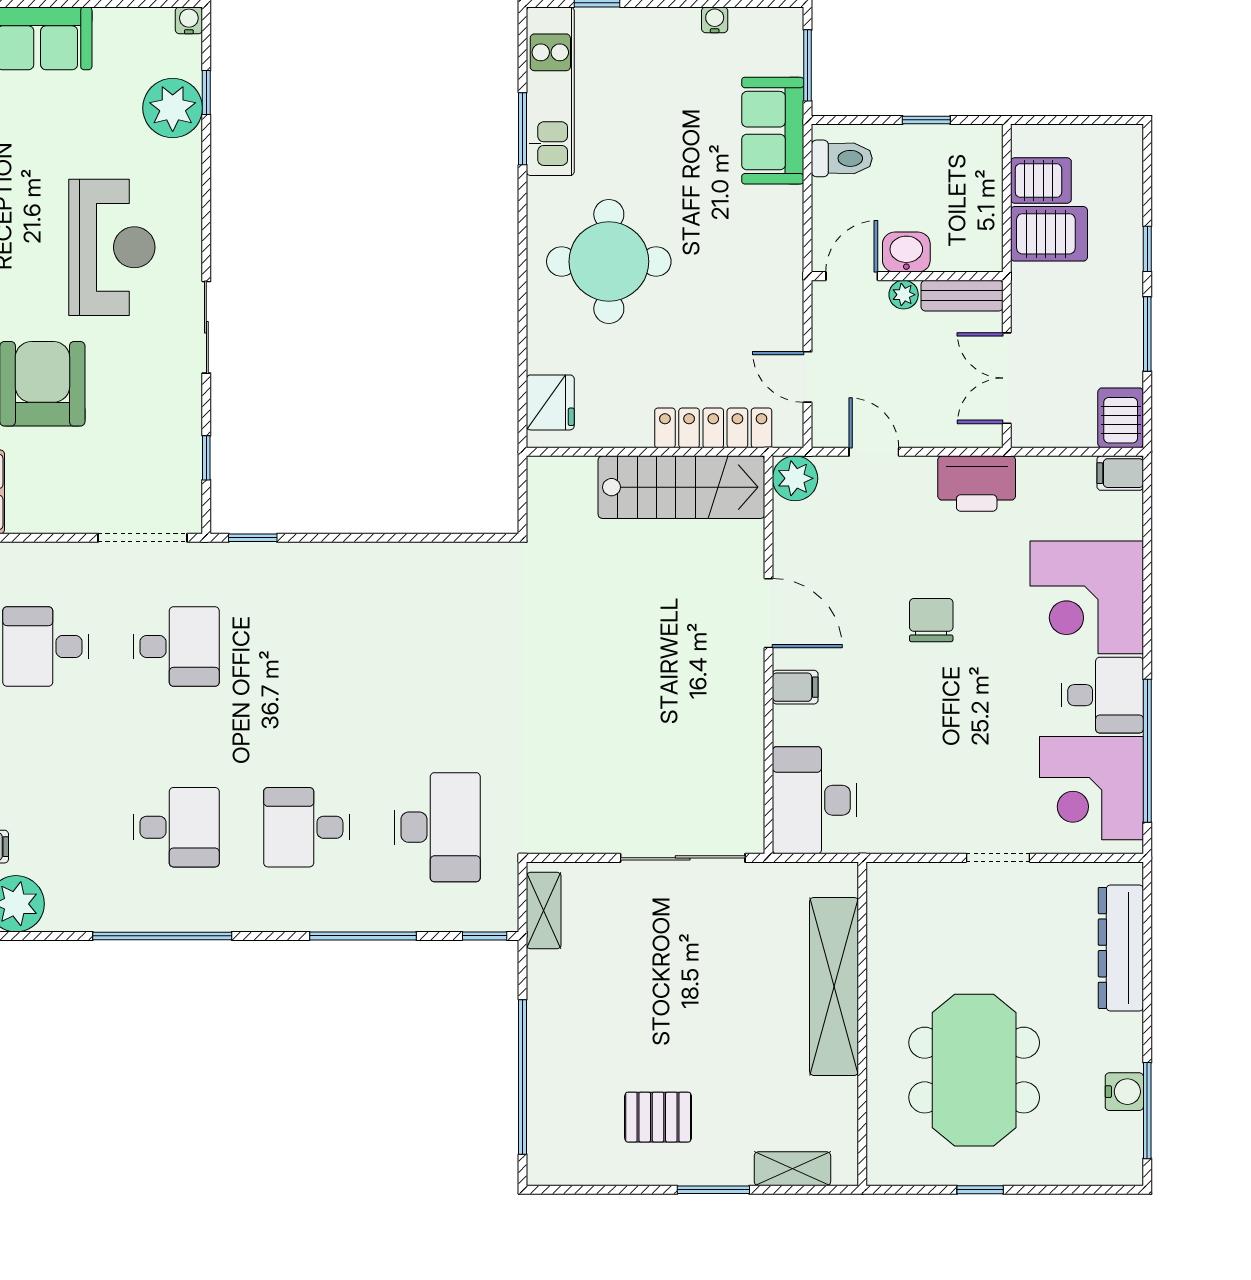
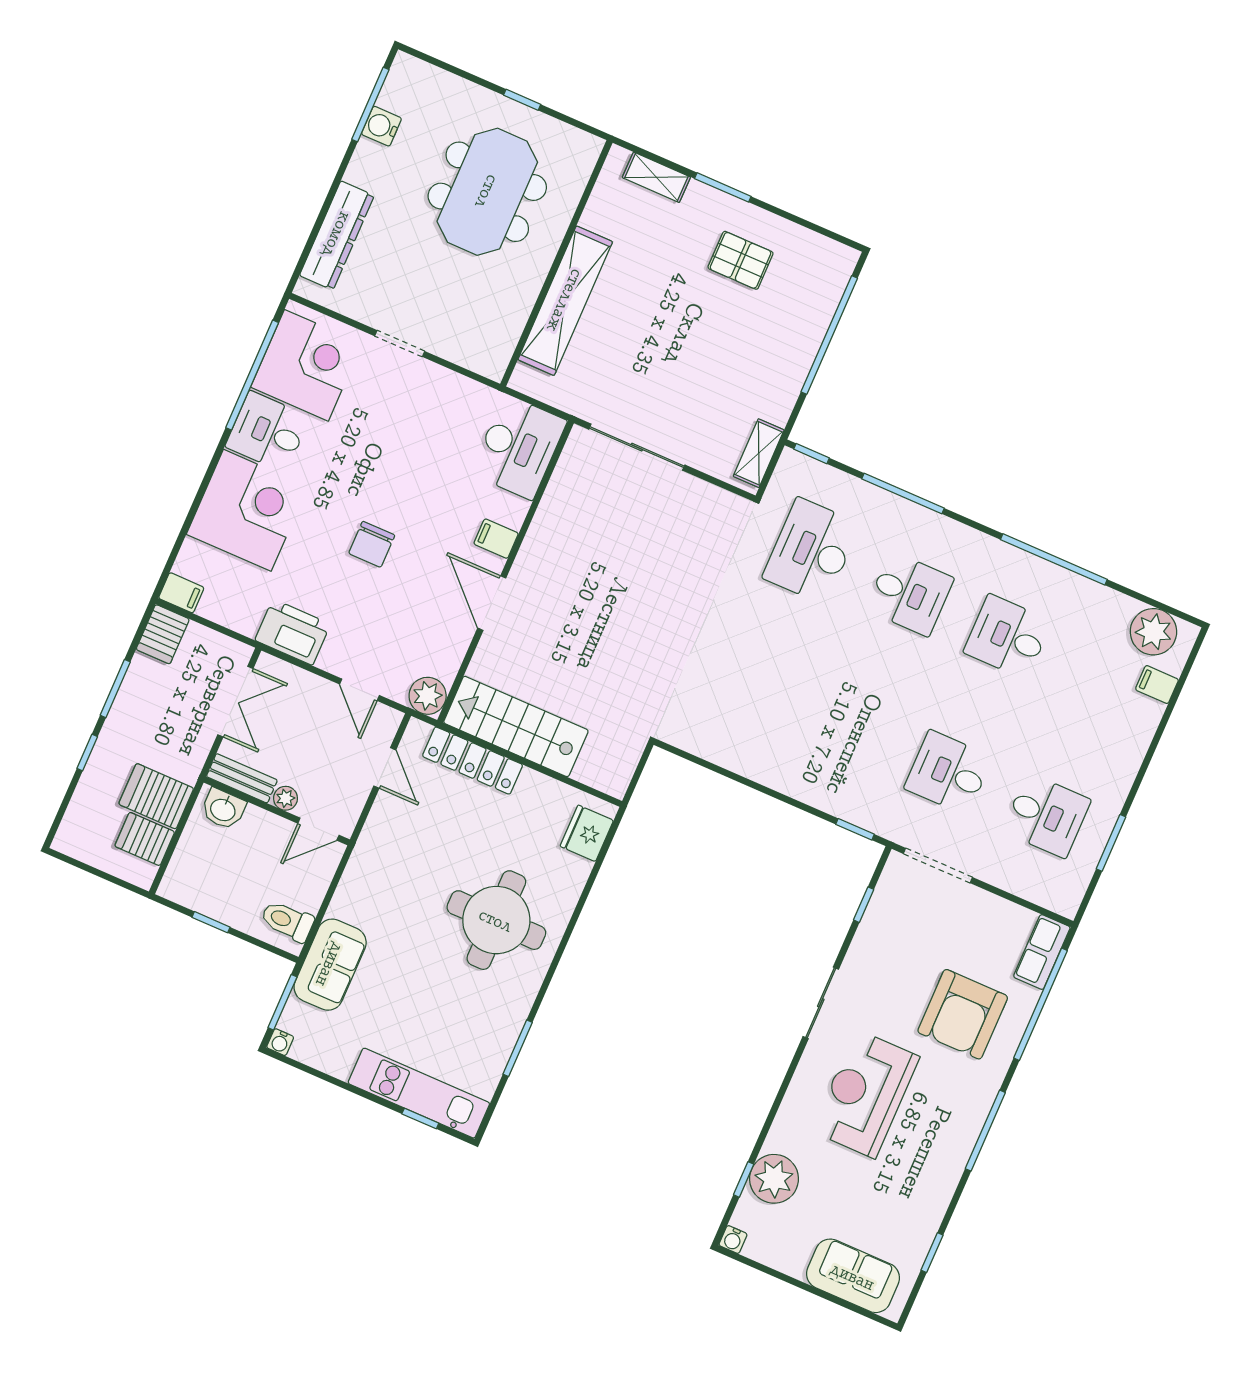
water cooler: (715, 20) -> (280, 1042), moved
kitchen unit: (550, 91) -> (419, 1093), moved, turned 90
washbasin: (906, 252) -> (223, 809), moved

